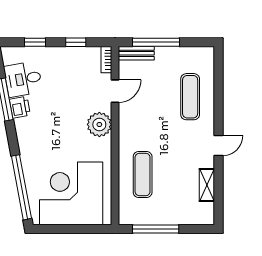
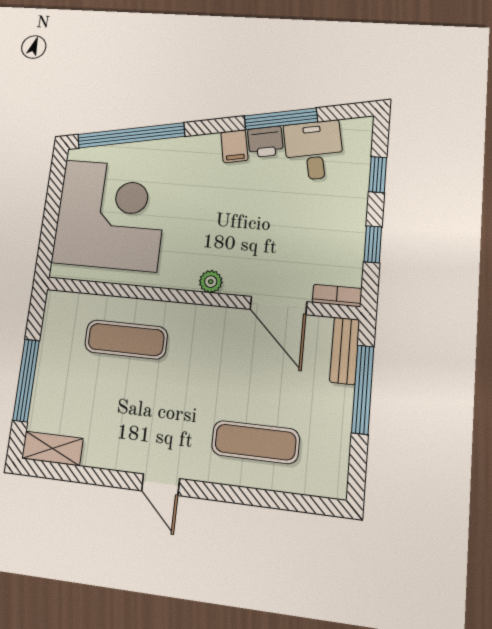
door: (115, 91) -> (278, 306), width x1.38
plant: (99, 124) -> (211, 282), width x0.53, depth x0.53
filing cabinet: (24, 125) -> (234, 146), added
shelving: (207, 185) -> (52, 448), moved
window: (156, 229) -> (26, 380), moved

